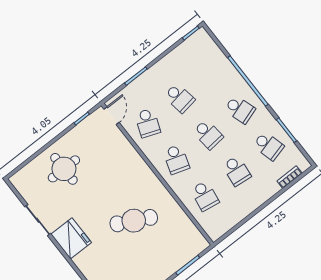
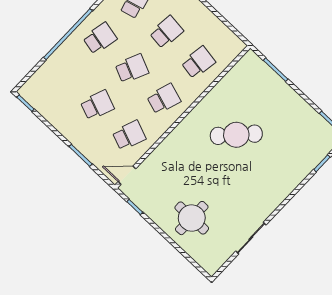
school desk: (179, 98) -> (97, 105), turned 30
school desk: (240, 109) -> (100, 38), turned 30
school desk: (208, 134) -> (132, 69), turned 30
cafe table: (134, 221) -> (236, 135), turned -74
fridge: (71, 238) -> (265, 199), removed

